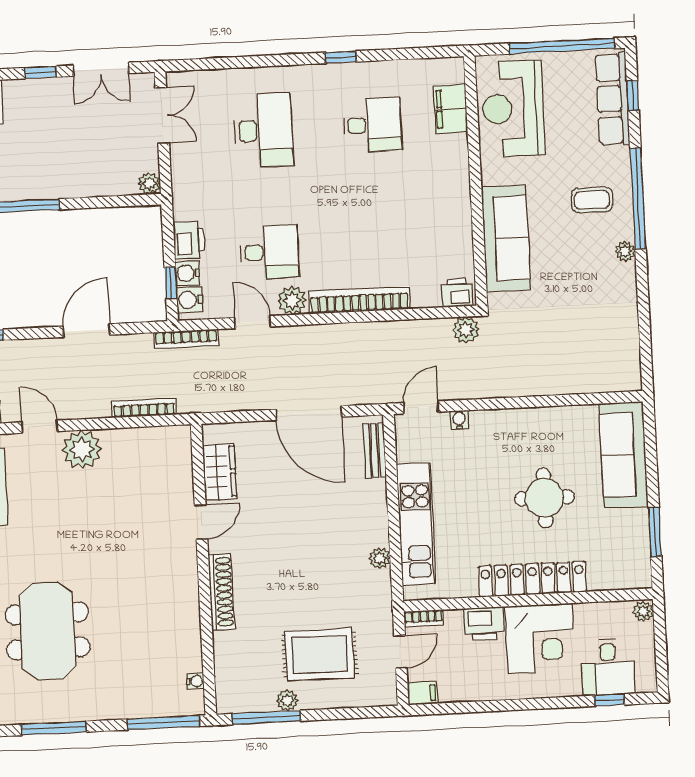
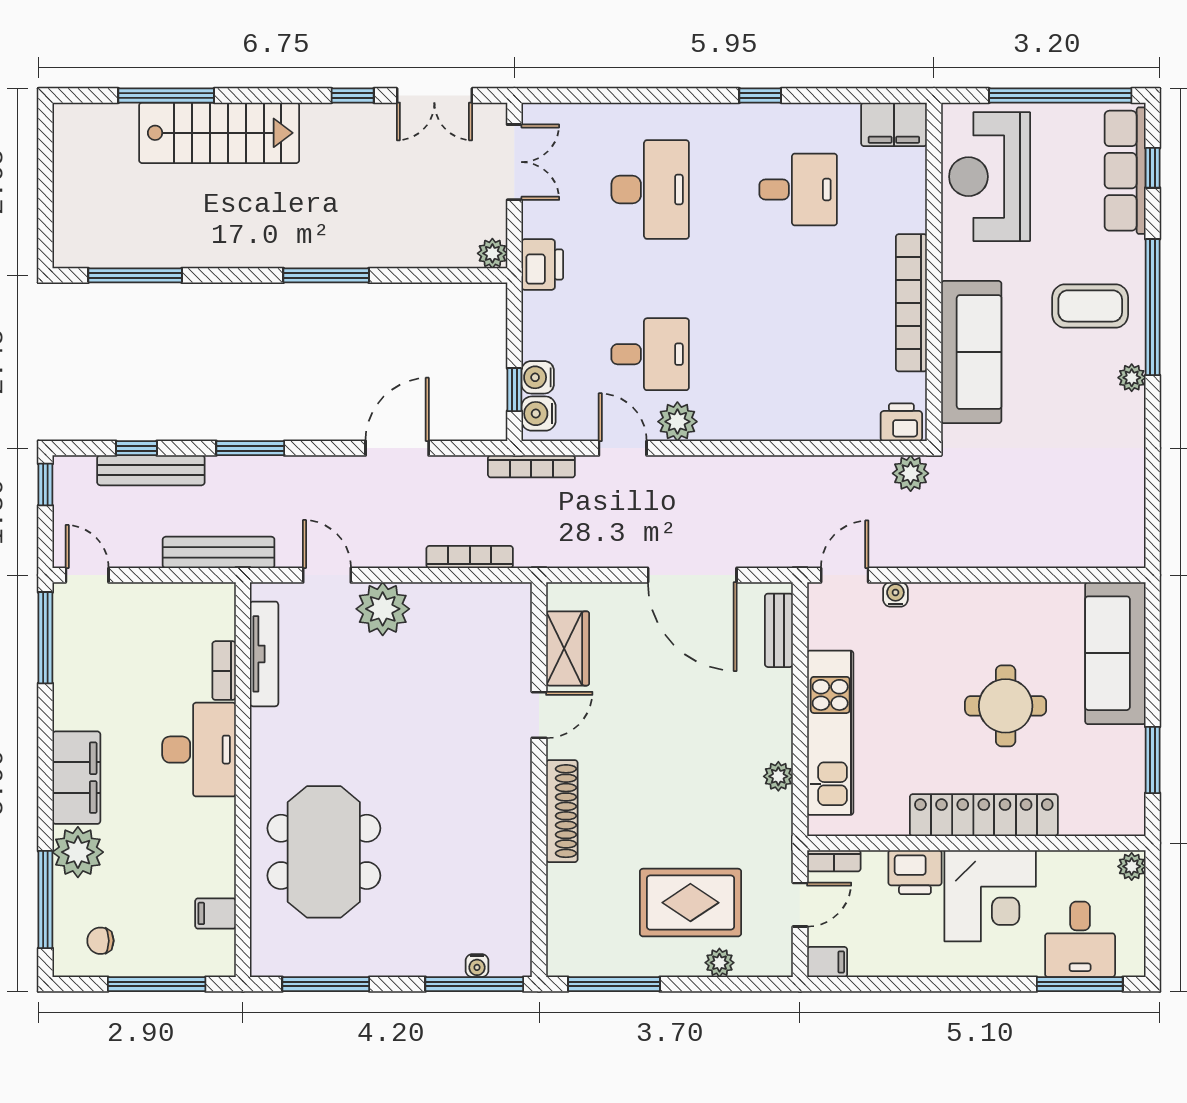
filing cabinet: (451, 109) -> (894, 124), moved, turned -90
coffee table: (592, 200) -> (1090, 306), width x1.36, depth x1.30
printer: (189, 240) -> (542, 264), moved
bookcase: (359, 300) -> (911, 303), moved, turned -90
water cooler: (195, 681) -> (477, 966), moved, turned 90
window: (610, 700) -> (1080, 984), width x2.17
plant: (287, 701) -> (719, 963), moved

